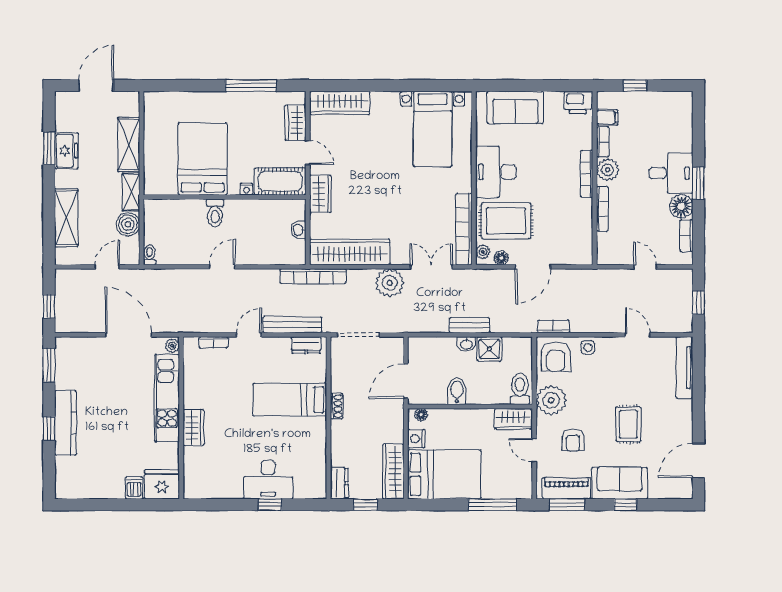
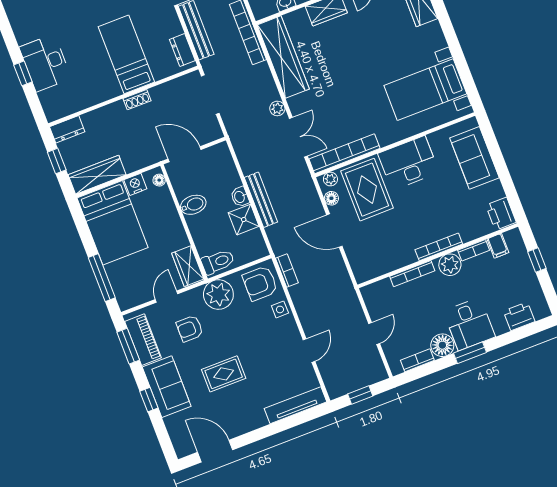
printer: (682, 123) -> (519, 316), added
plant: (390, 283) -> (277, 108), width x0.53, depth x0.53
bench: (470, 325) -> (261, 200), width x1.36

